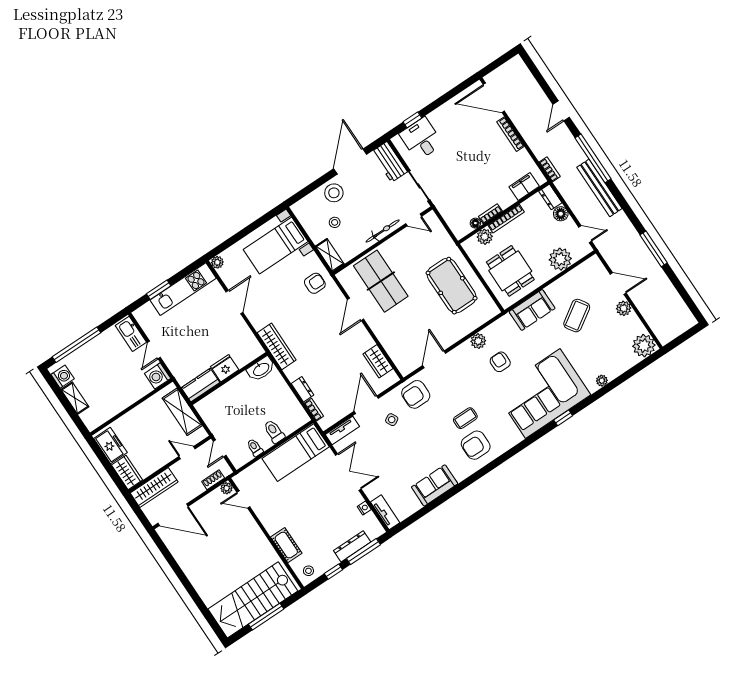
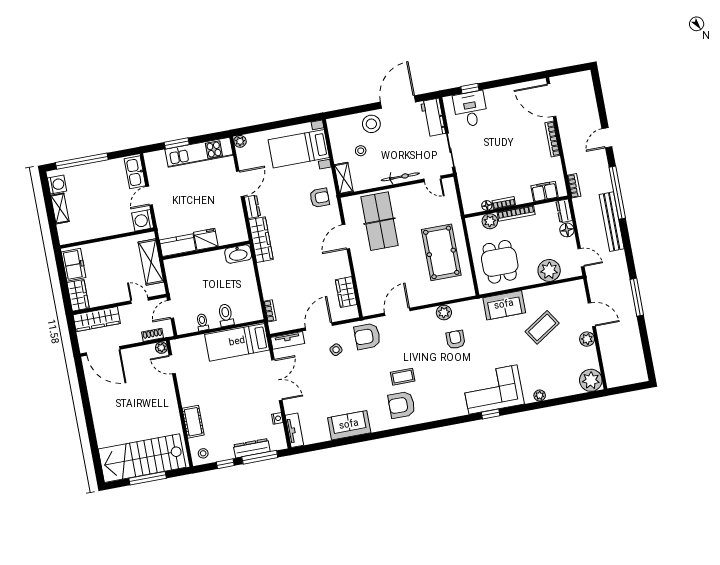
dresser: (303, 389) -> (252, 207), moved
corner sofa: (543, 393) -> (493, 390), width x0.73, depth x0.74

